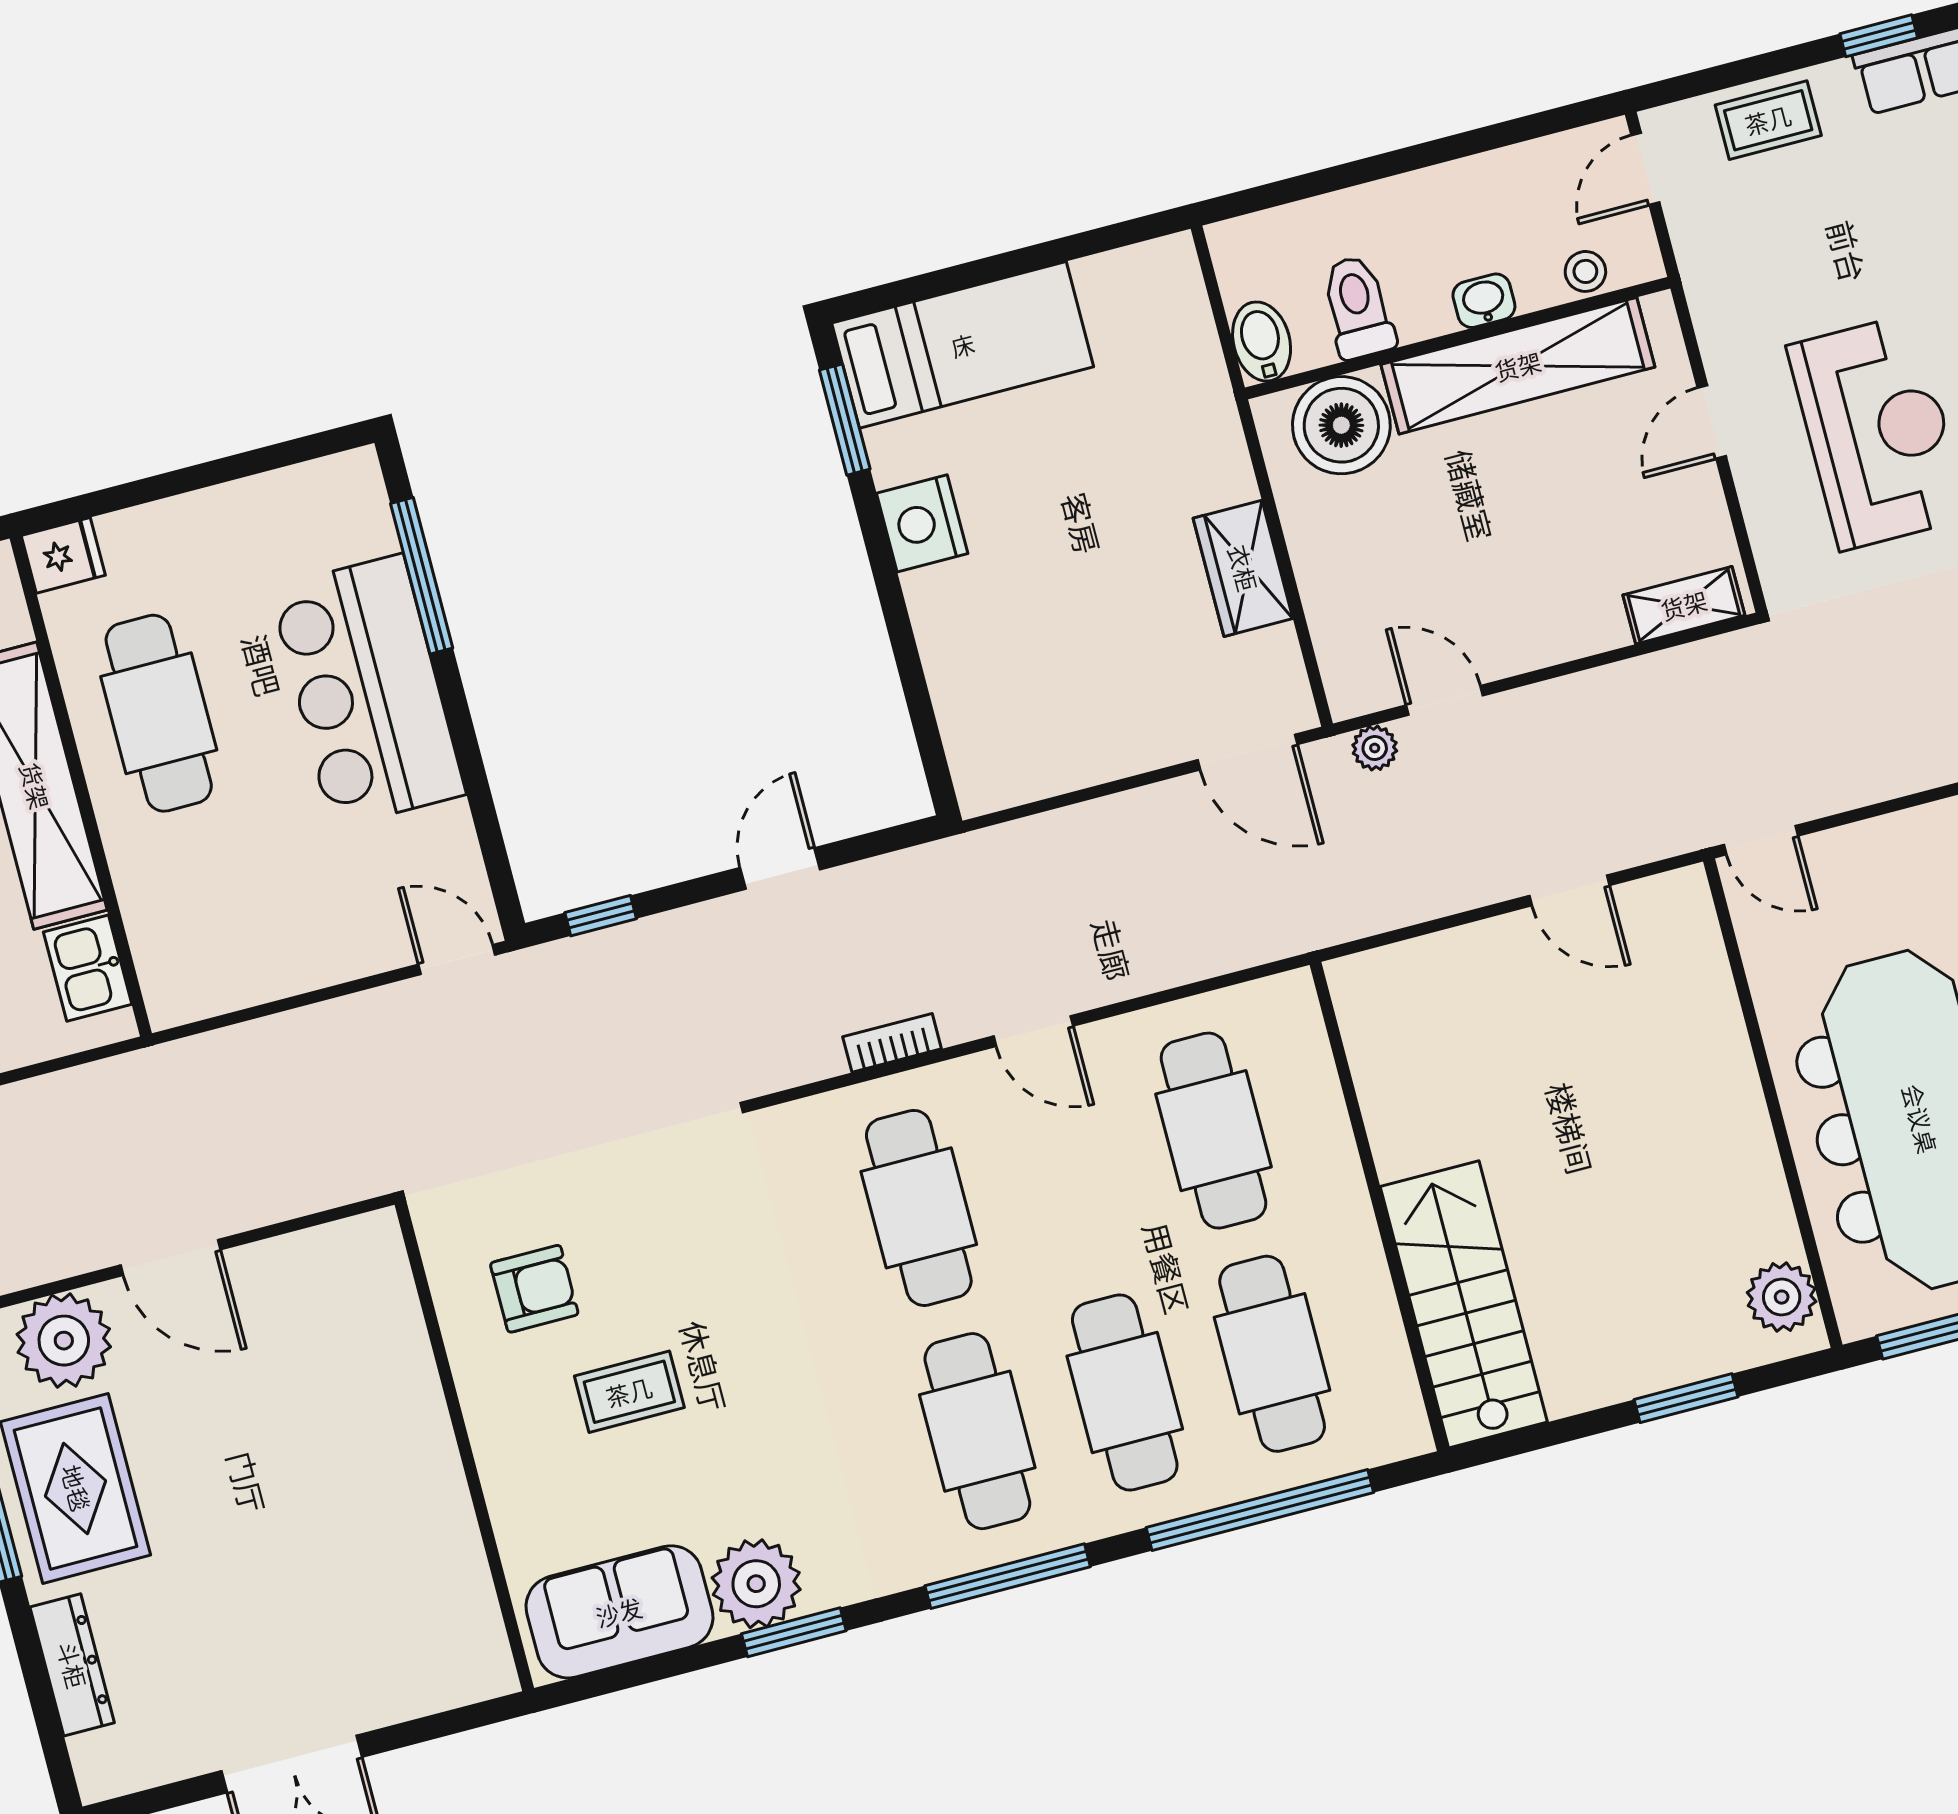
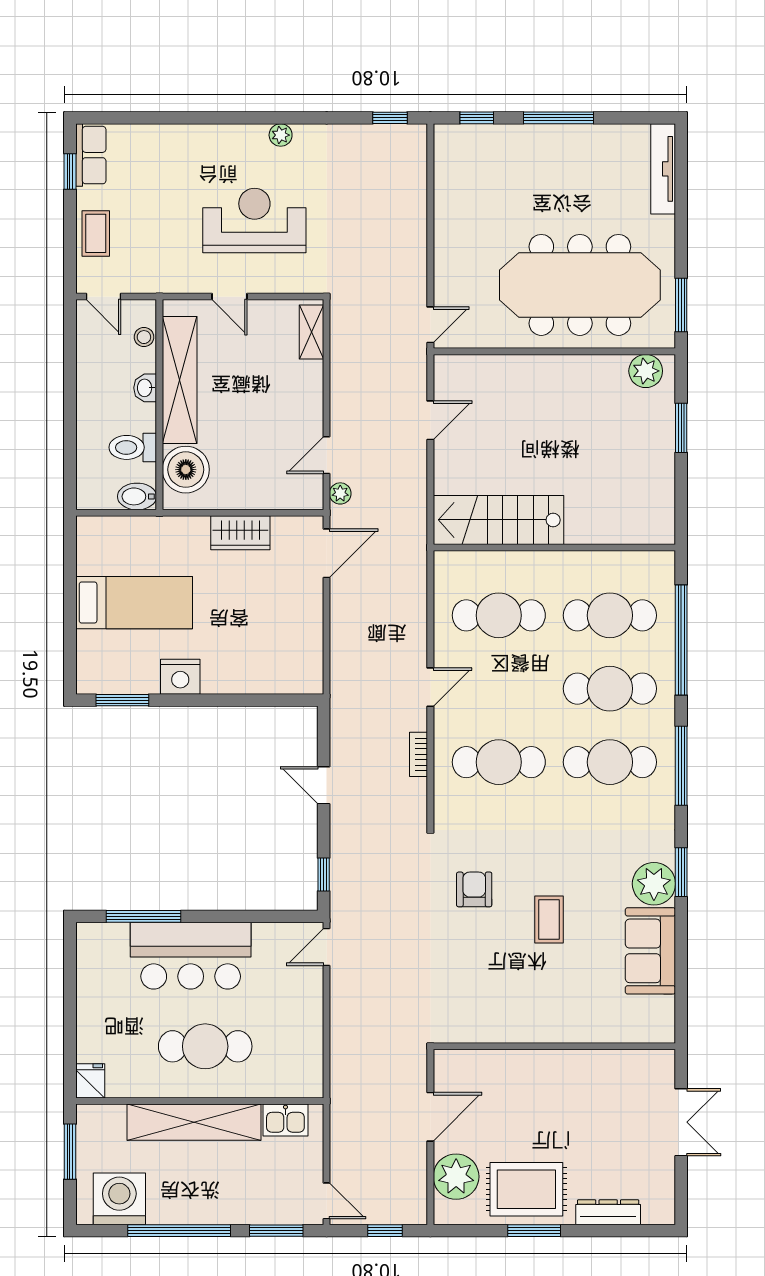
bed: (963, 345) -> (134, 603), moved, turned 90
cafe table: (159, 713) -> (205, 1046), moved
armchair: (534, 1289) -> (474, 889), moved
stairs: (1464, 1304) -> (498, 520), moved
wall: (464, 1446) -> (554, 1046), moved

